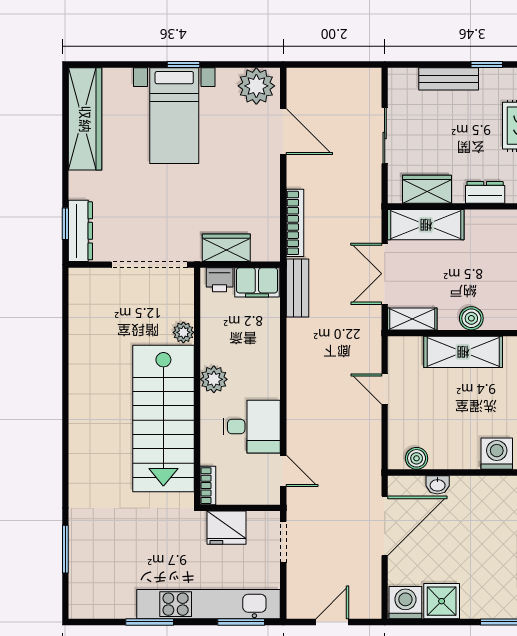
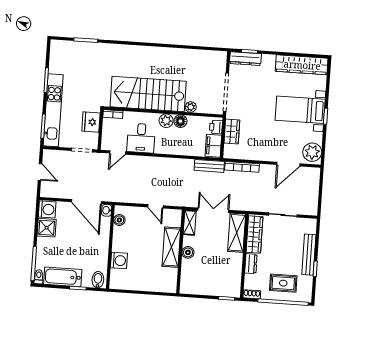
bench: (449, 79) -> (309, 255), width x1.36
wardrobe: (427, 189) -> (254, 234), width x1.50
floor lamp: (213, 351) -> (180, 121), added
door: (385, 389) -> (155, 206), swing flipped
washbasin: (438, 485) -> (107, 210), moved

